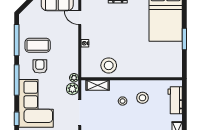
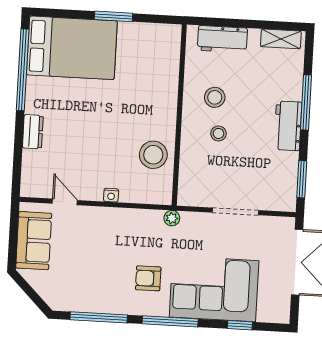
door: (80, 18) -> (65, 202), swing flipped
coffee table: (38, 45) -> (110, 280), removed
shelving: (98, 85) -> (188, 177), removed
plant: (72, 89) -> (192, 222), removed

